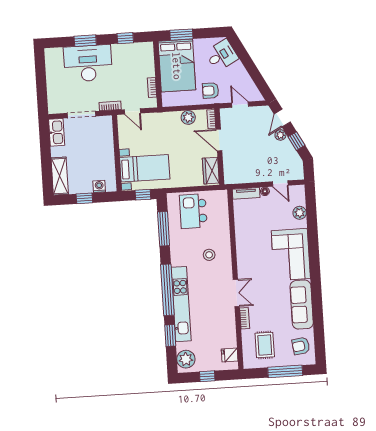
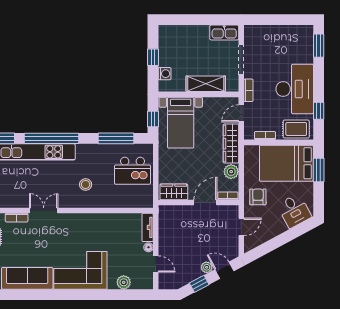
window: (85, 41) -> (319, 46), moved
rug: (144, 58) -> (296, 129), added
desk: (88, 63) -> (295, 89), moved
wardrobe: (162, 119) -> (231, 144), added
shelving: (60, 176) -> (206, 84), moved
door: (280, 183) -> (156, 264), swing flipped
kitchen island: (193, 211) -> (132, 171), turned 180
double door: (236, 293) -> (44, 210), swing flipped

